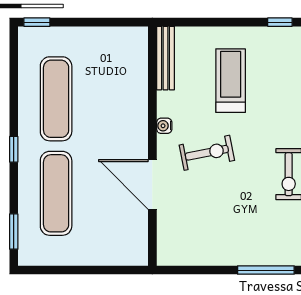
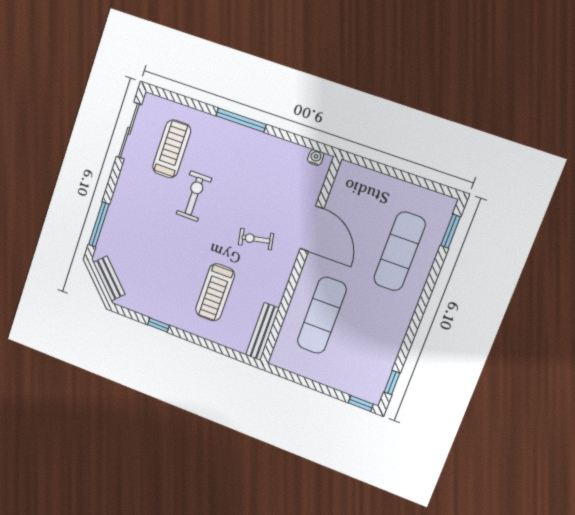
exercise mat: (56, 99) -> (322, 315), moved
water cooler: (164, 126) -> (316, 157), moved, turned -90
window: (14, 149) -> (392, 383), moved
exercise bike: (207, 153) -> (256, 239), width x0.73, depth x0.72

